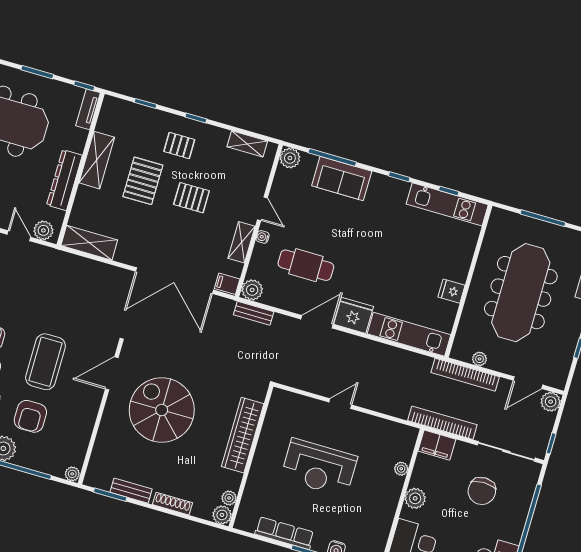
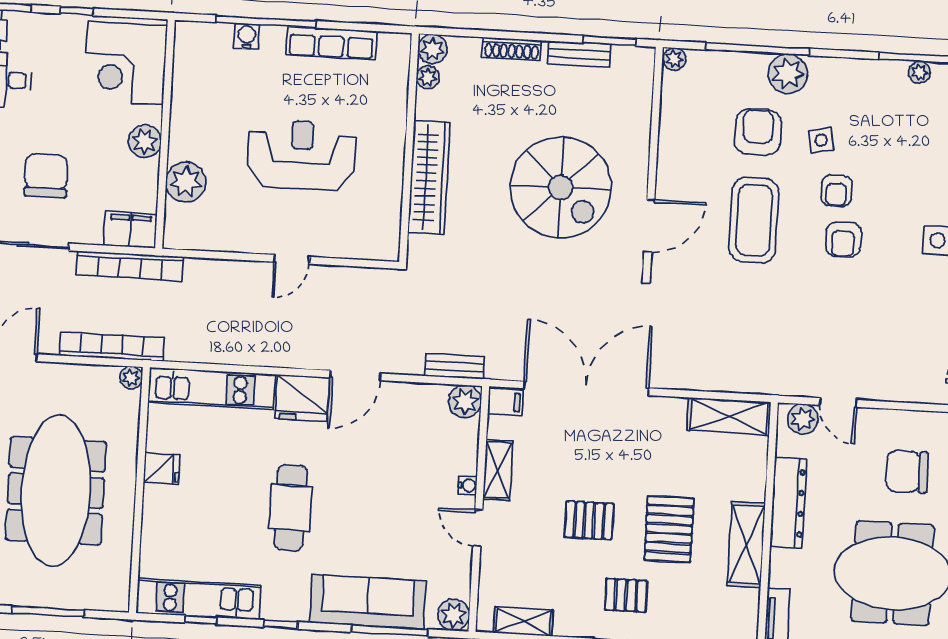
sofa: (342, 178) -> (368, 602), width x1.36
cafe table: (306, 265) -> (290, 508), moved, turned 90
plant: (479, 359) -> (131, 378), moved
plant: (401, 469) -> (186, 182), width x1.87, depth x1.87

